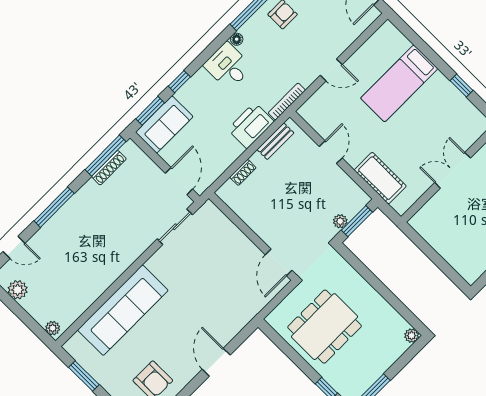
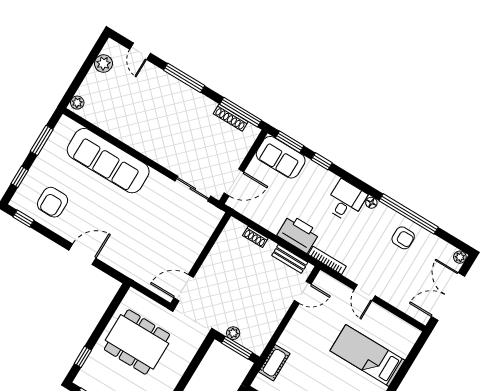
door: (331, 152) -> (303, 292), moved
cot: (380, 178) -> (274, 363), width x0.73, depth x0.75

